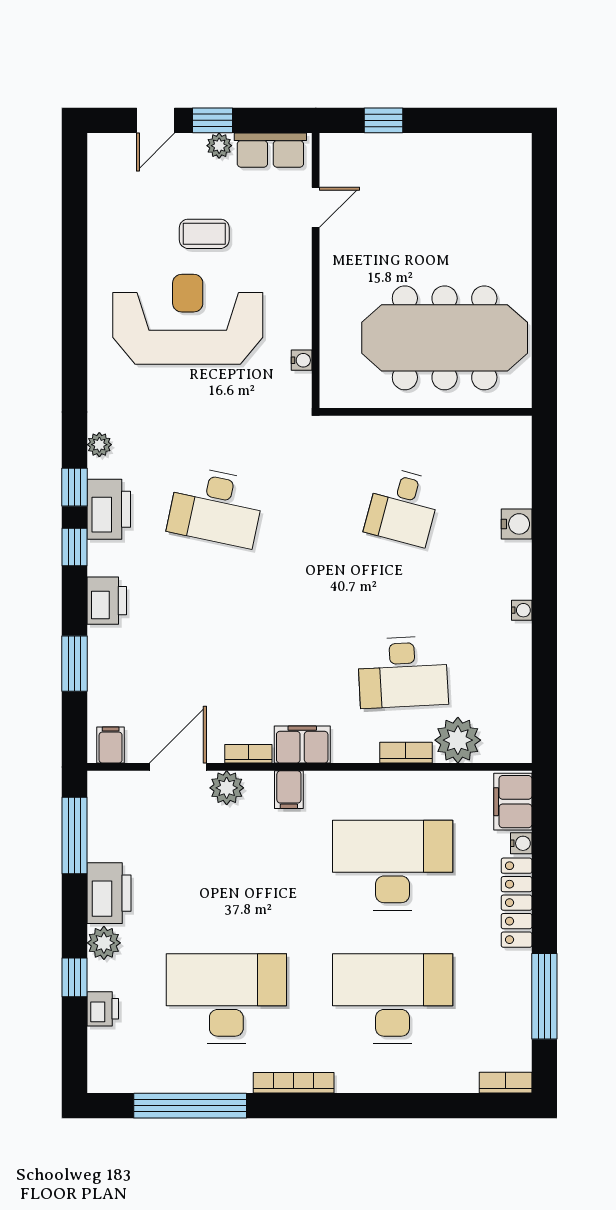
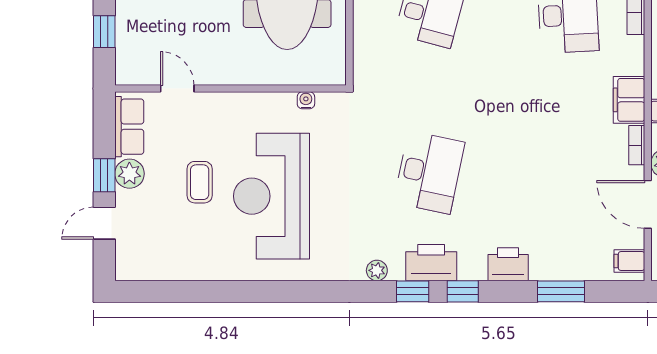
door: (156, 120) -> (104, 223), swing flipped
plant: (219, 146) -> (129, 174), width x1.38, depth x1.38

